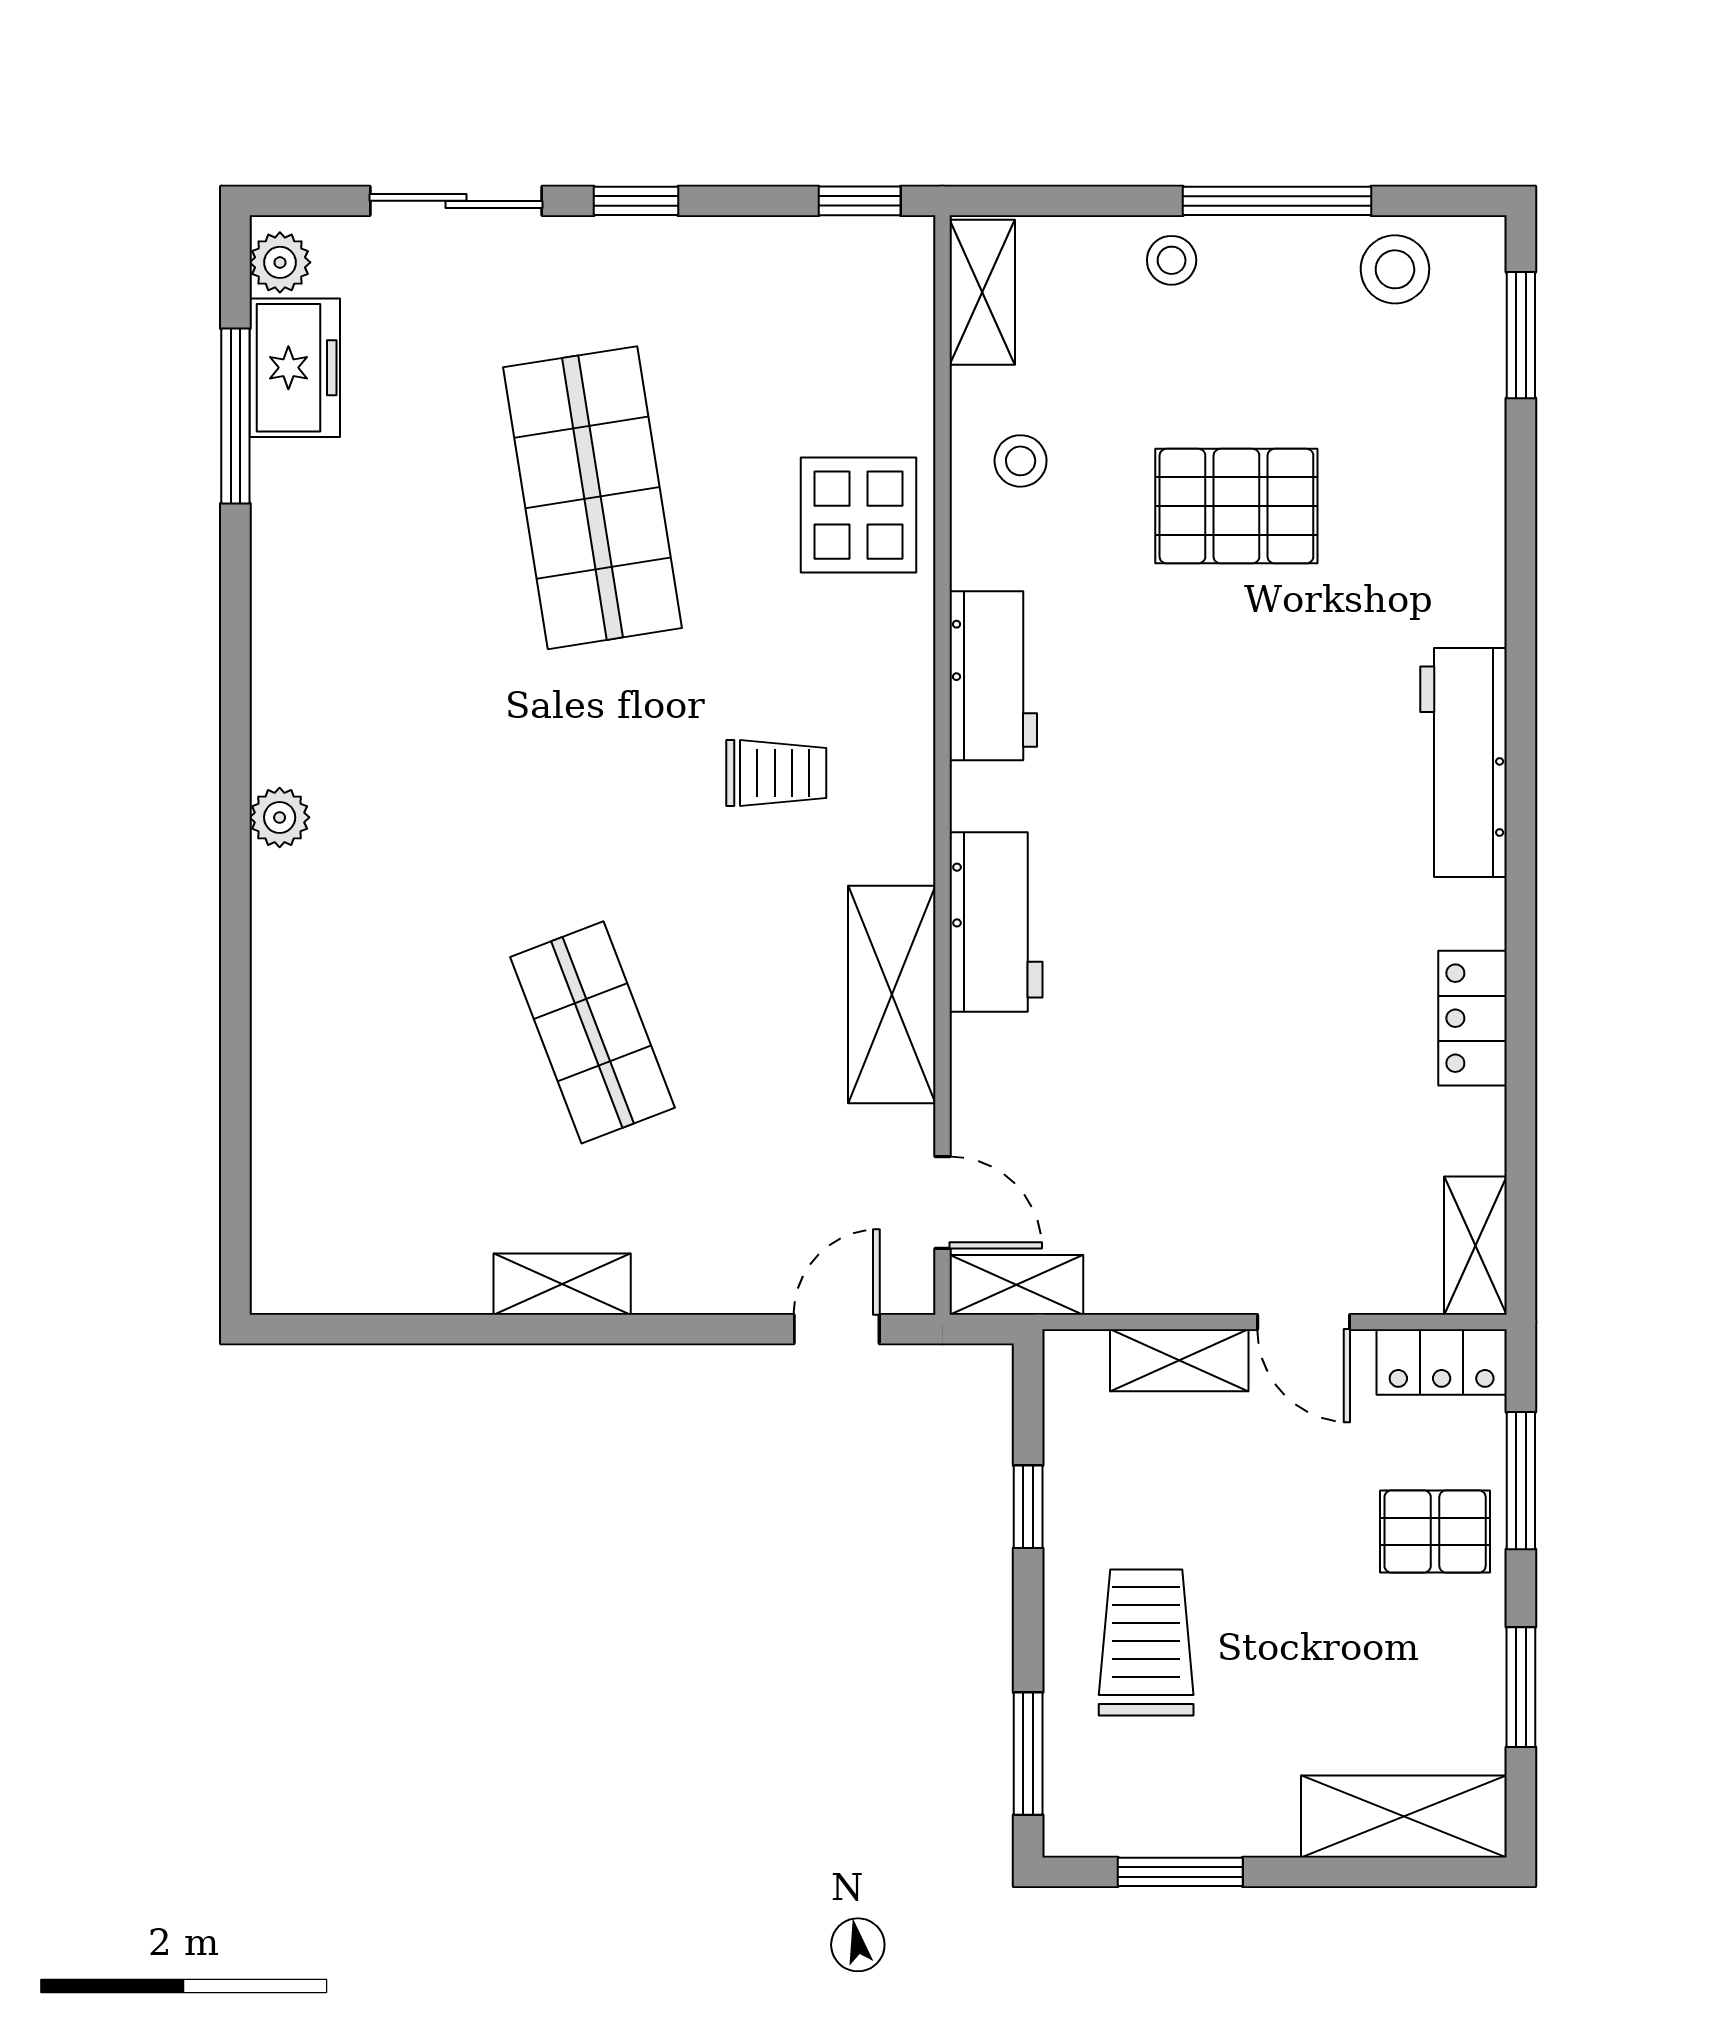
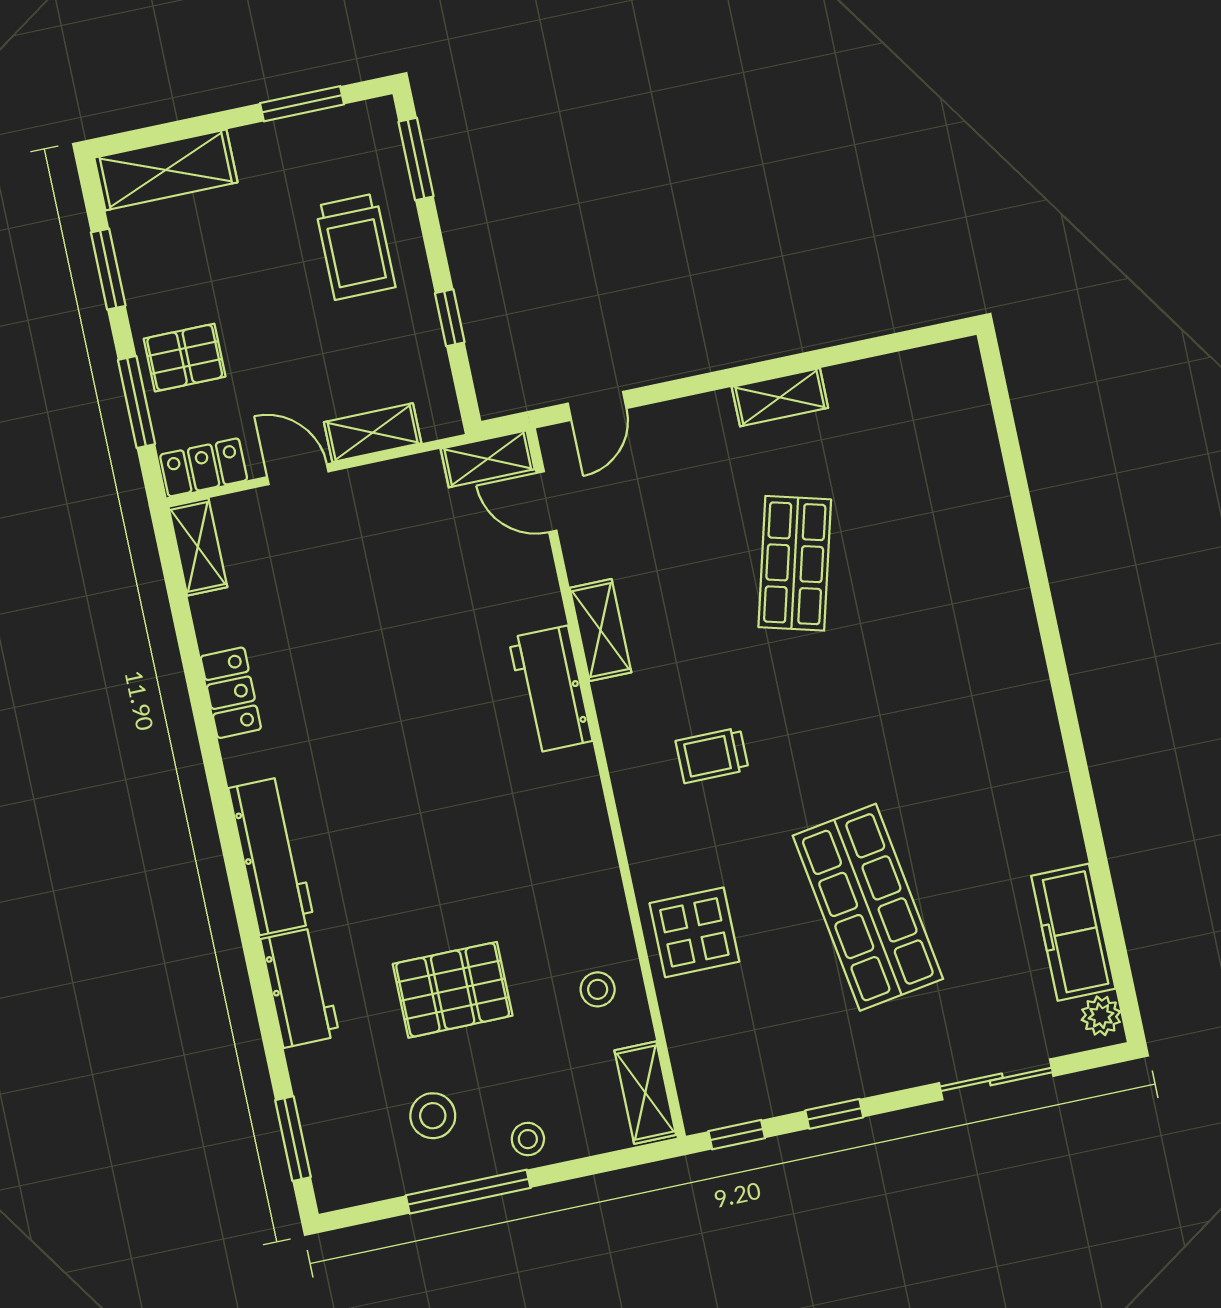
window: (636, 201) -> (834, 1114), moved
stool: (1395, 269) -> (433, 1116), moved
freezer: (295, 368) -> (1073, 932), width x1.40
window: (235, 416) -> (1109, 911), removed
workbench: (993, 676) -> (300, 988), moved, turned 180
plant: (280, 817) -> (1025, 659), removed
shelving: (892, 994) -> (600, 630), width x0.67, depth x0.75
shop shelf: (592, 1032) -> (795, 563), turned 36

